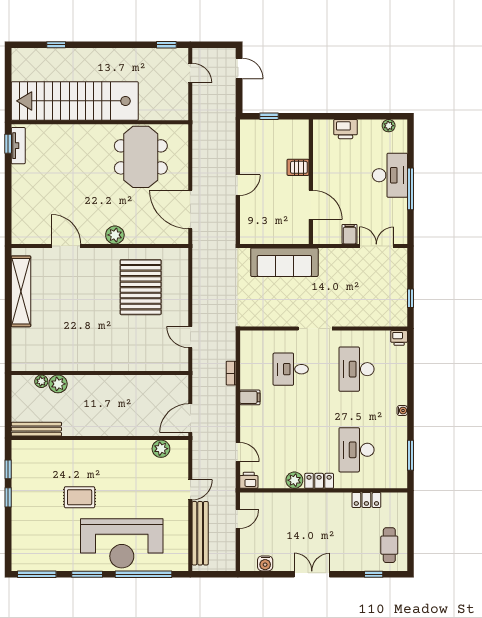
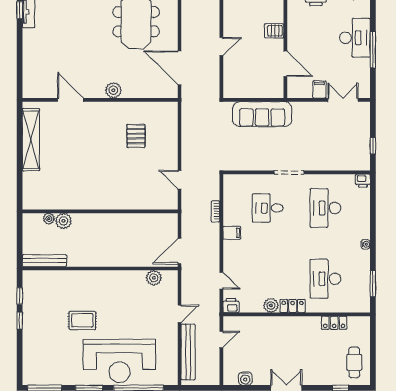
pallet: (141, 287) -> (136, 136), width x0.49, depth x0.50

